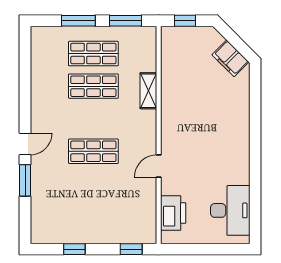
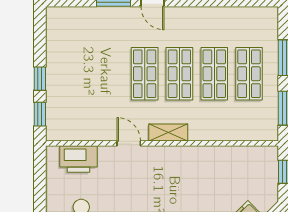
shelving: (148, 91) -> (168, 133), moved
shop shelf: (93, 119) -> (179, 74), added
window: (74, 249) -> (40, 79), moved

